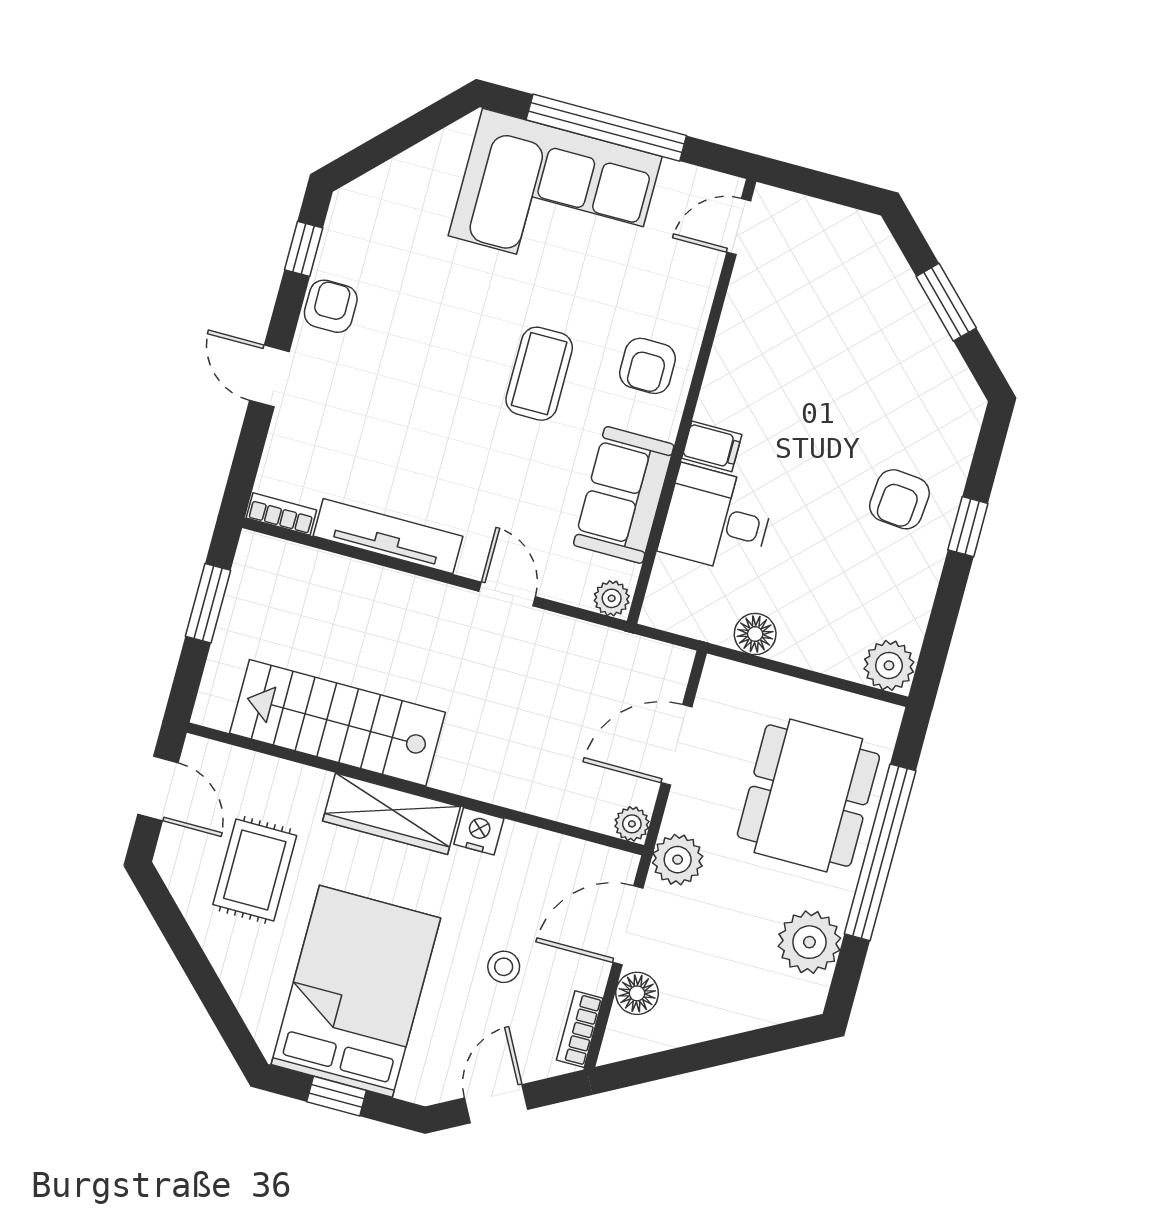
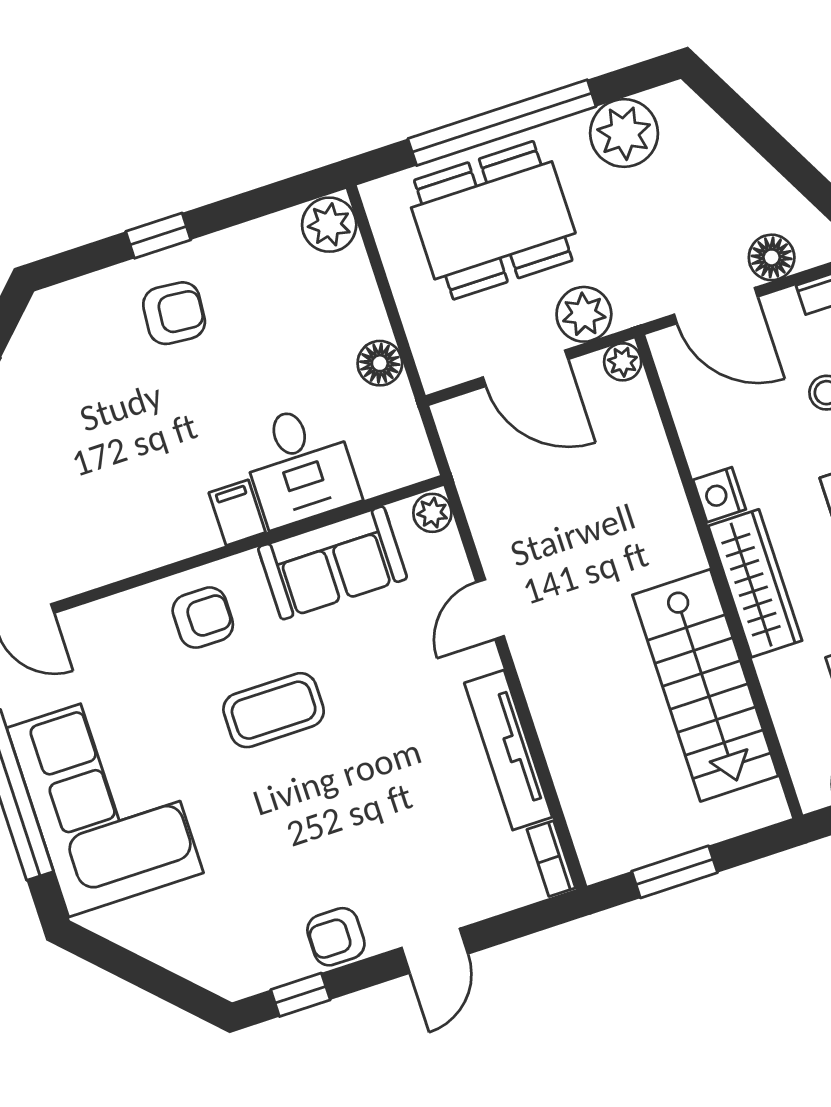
plant: (678, 860) -> (584, 314), moved

